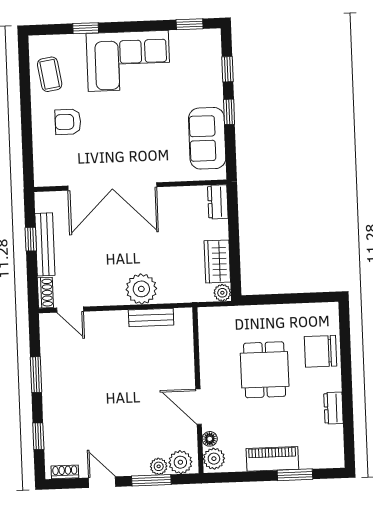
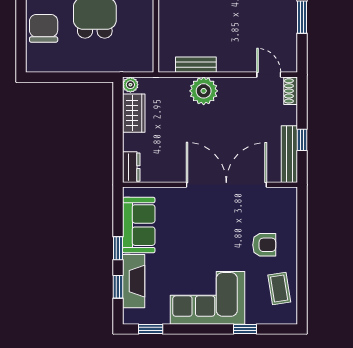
fireplace: (210, 76) -> (134, 281), added
bench: (45, 244) -> (289, 154), moved
chair: (321, 351) -> (44, 28), turned -90

